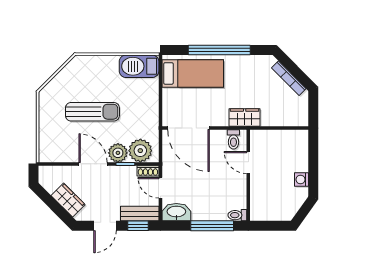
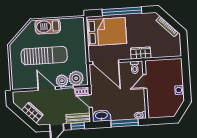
barbecue: (139, 66) -> (48, 26), moved
bed: (193, 73) -> (106, 32), width x1.50
sun lounger: (92, 112) -> (44, 56), width x1.36, depth x1.34
door: (248, 163) -> (145, 81), hinge flipped

